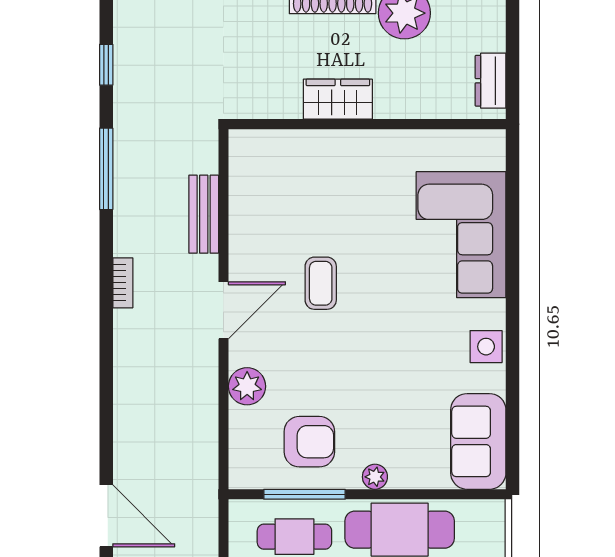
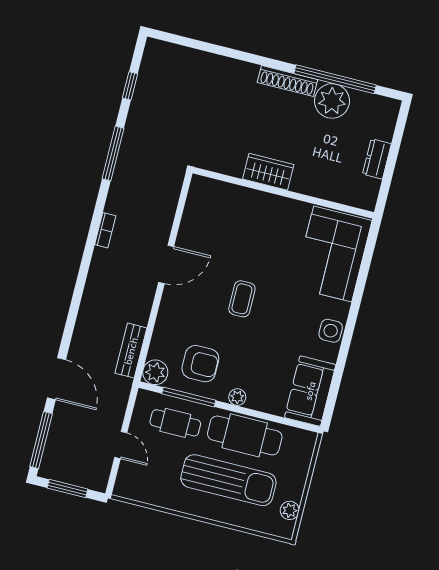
wardrobe: (338, 99) -> (268, 172), moved
wall: (367, 124) -> (283, 193), moved
bench: (204, 214) -> (131, 351), moved
coffee table: (321, 283) -> (242, 299), moved
plant: (247, 386) -> (155, 372), moved

